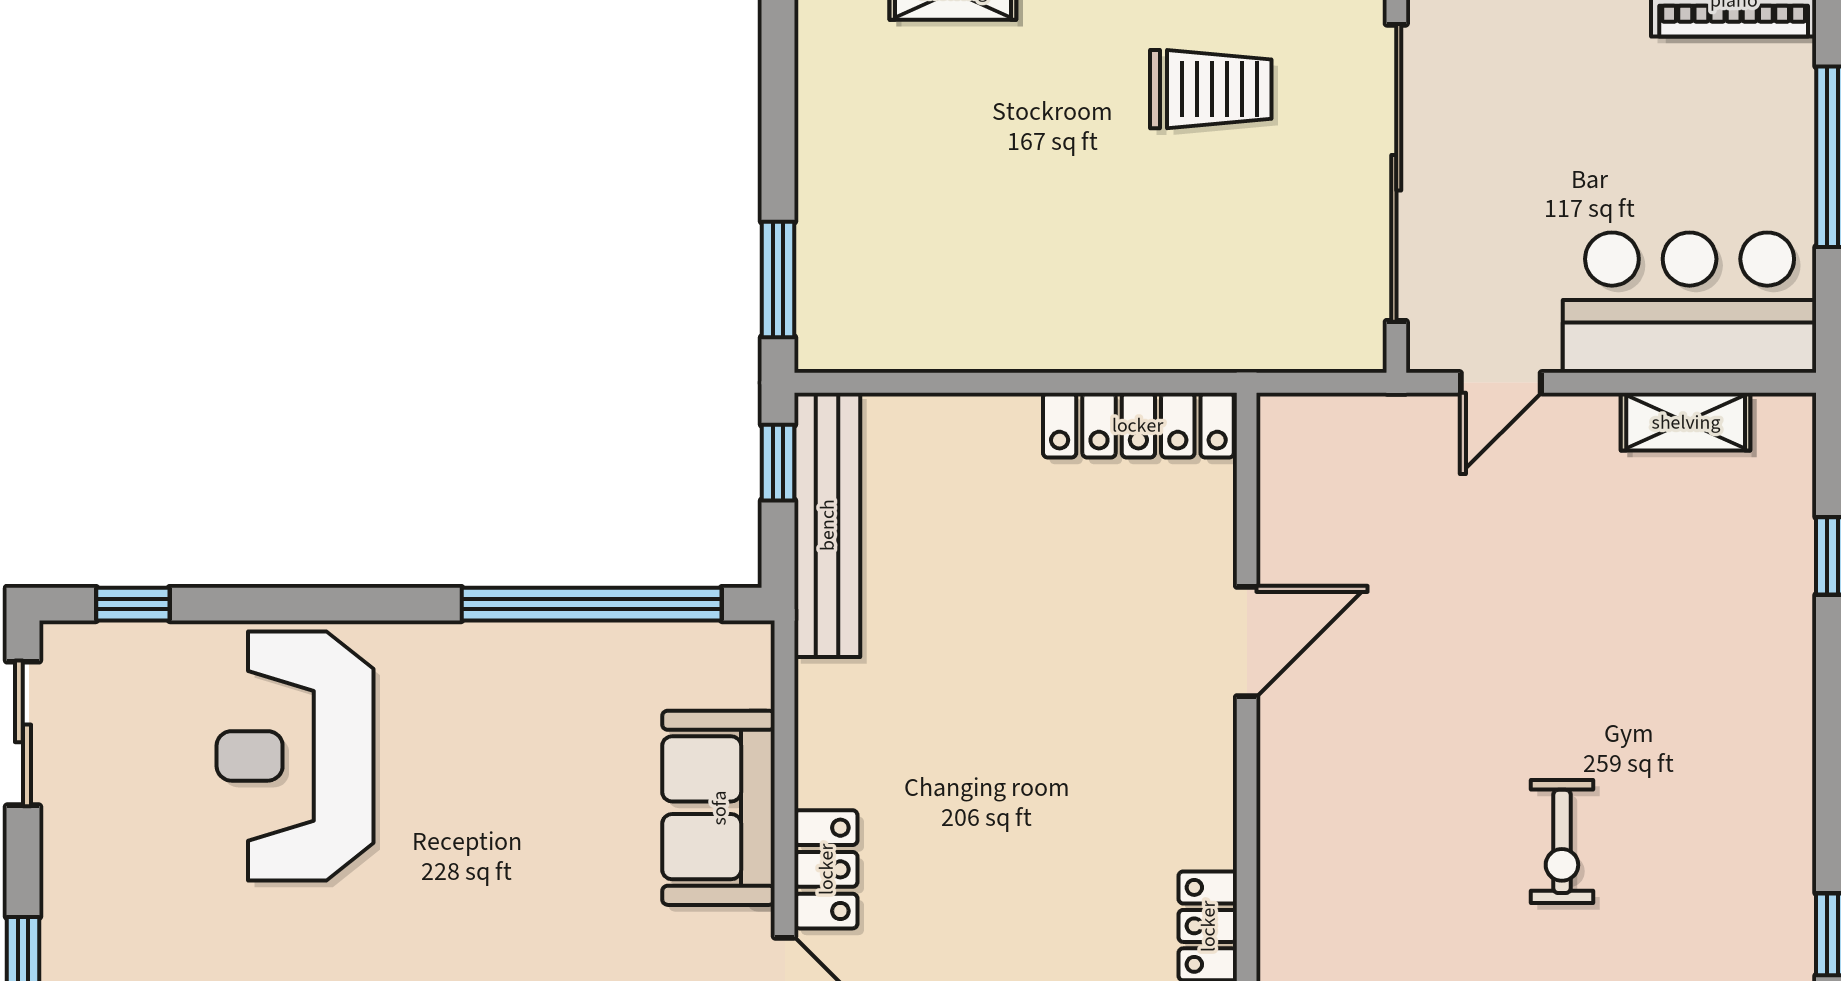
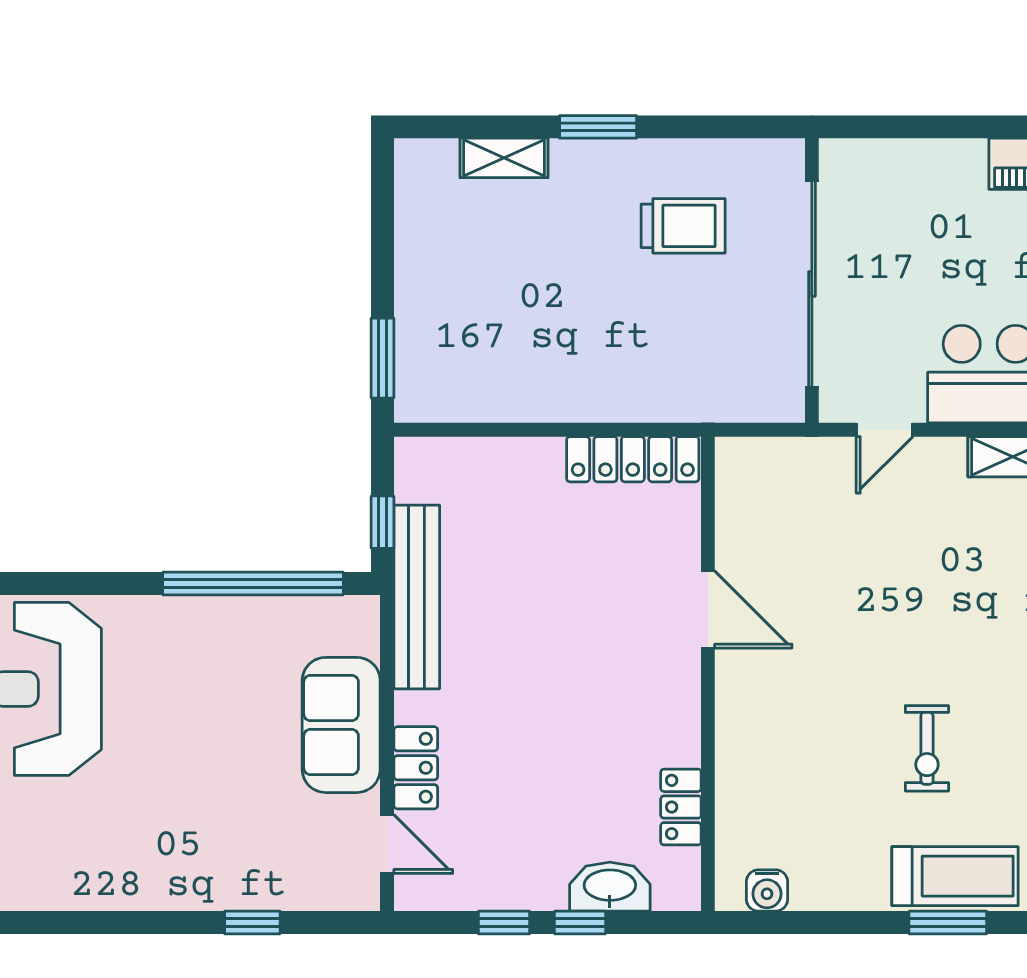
window: (778, 463) -> (382, 522), moved
bench: (827, 525) -> (417, 597), moved
door: (1247, 642) -> (708, 609), hinge flipped

